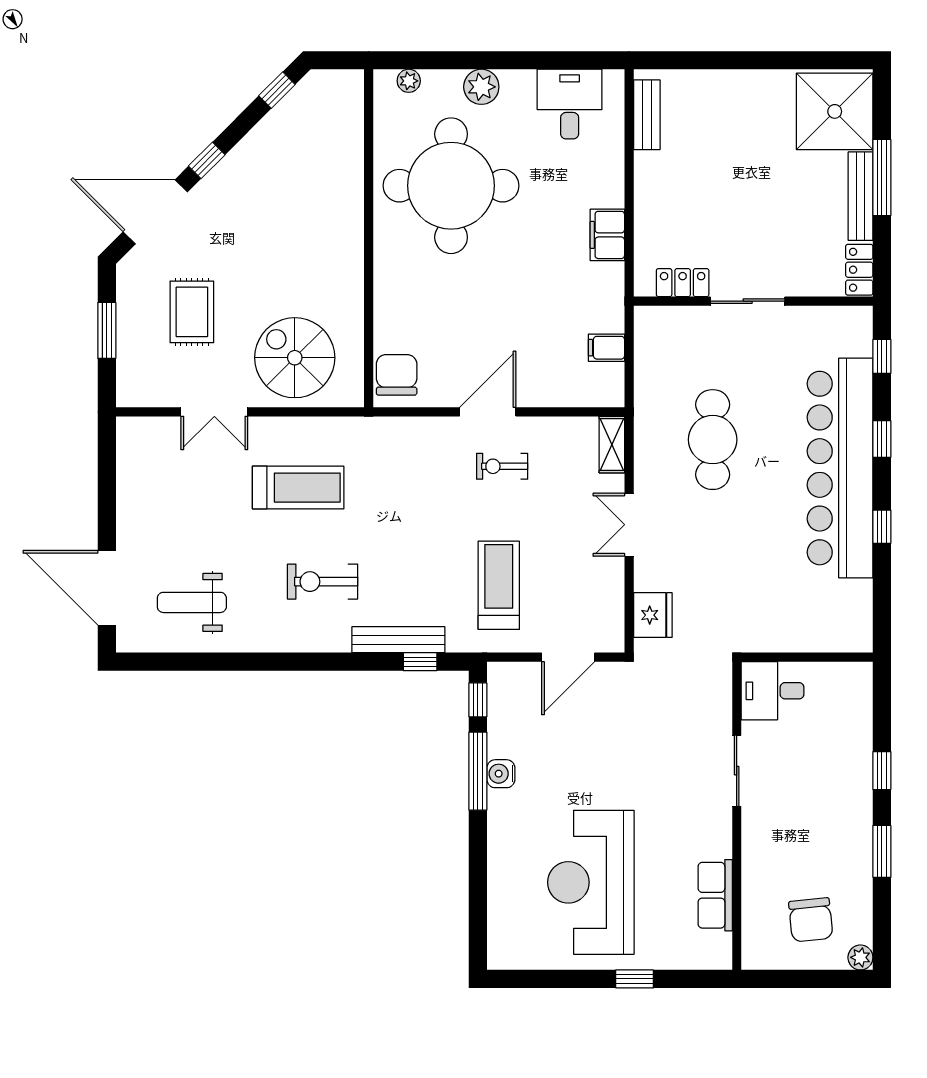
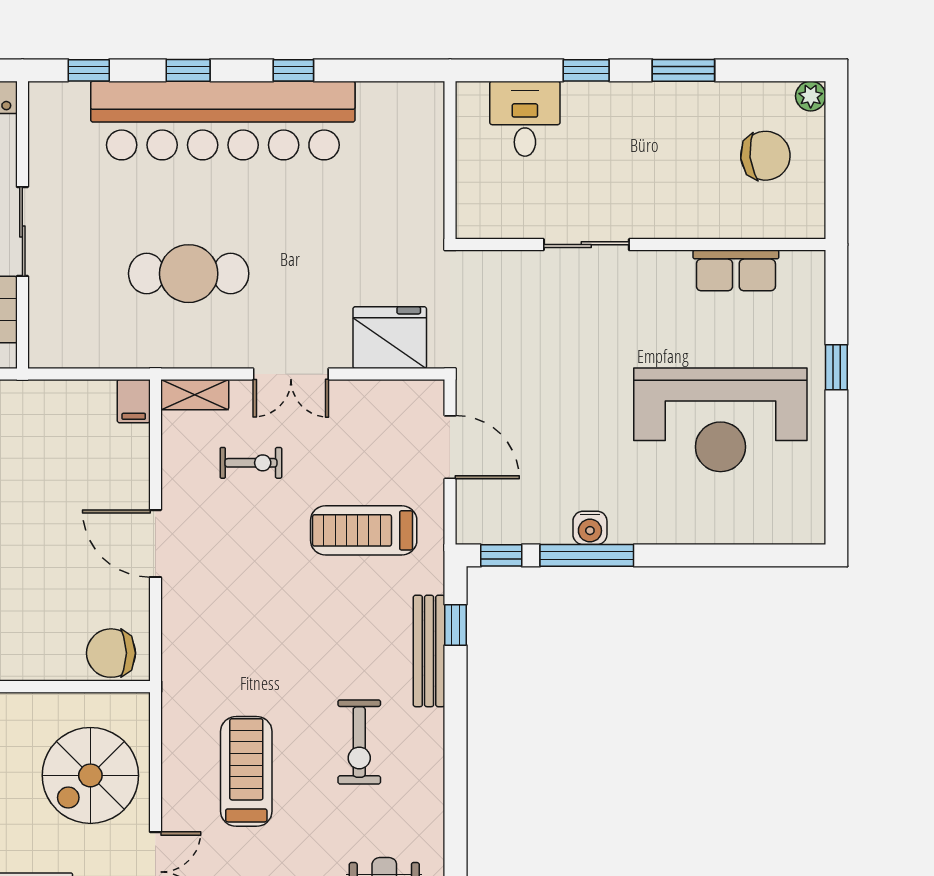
filing cabinet: (606, 348) -> (134, 401), moved
exercise bike: (502, 466) -> (251, 463), moved, turned -90
fridge: (653, 615) -> (390, 338), width x1.36, depth x1.34
desk: (773, 691) -> (525, 119), moved, turned 180

